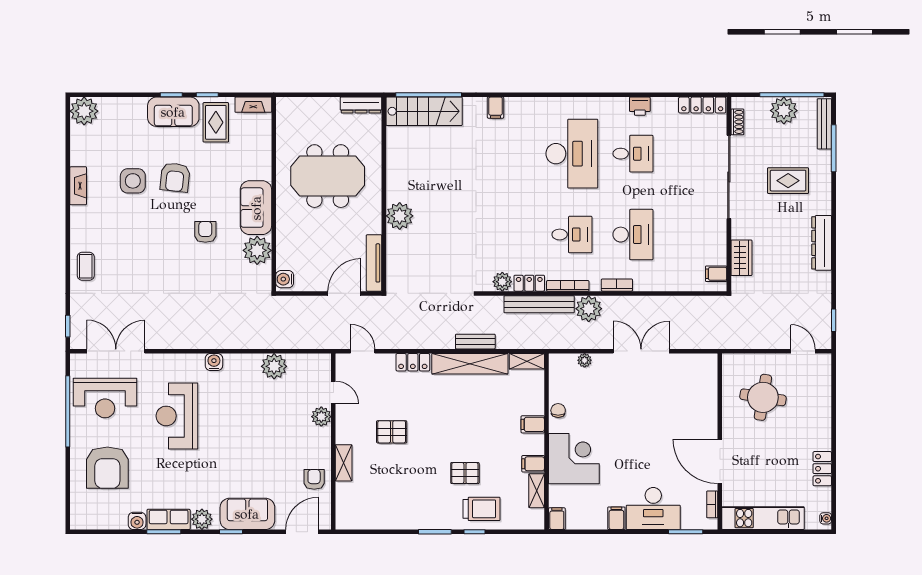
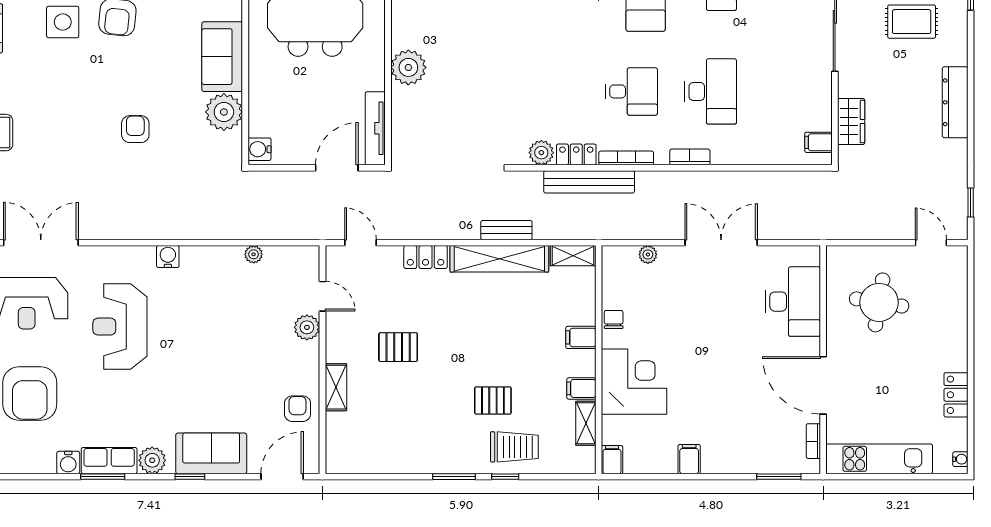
armchair: (205, 232) -> (135, 129), moved
plant: (589, 309) -> (653, 188), removed
plant: (274, 366) -> (254, 254), width x0.53, depth x0.53
desk: (653, 509) -> (793, 302), moved, turned -90

